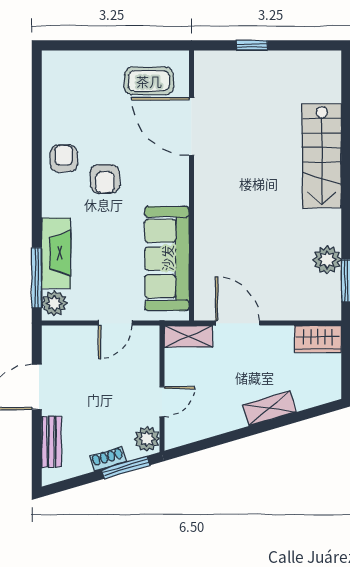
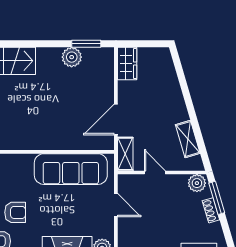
door: (162, 402) -> (155, 172), moved
shelving: (270, 408) -> (188, 139), moved

